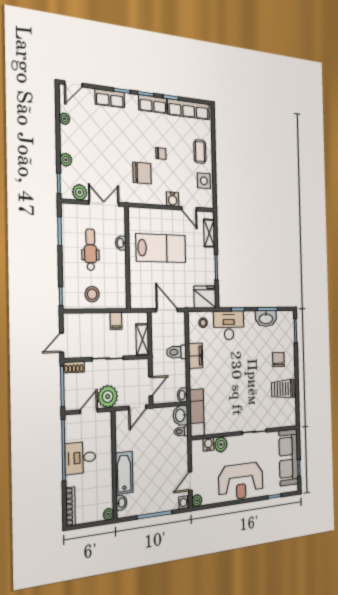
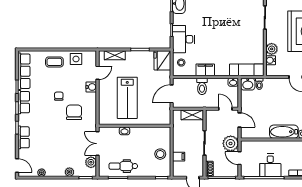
lab bench: (161, 248) -> (127, 98), turned 180
dental chair: (90, 250) -> (123, 166), moved
filing cabinet: (116, 321) -> (179, 157), moved

